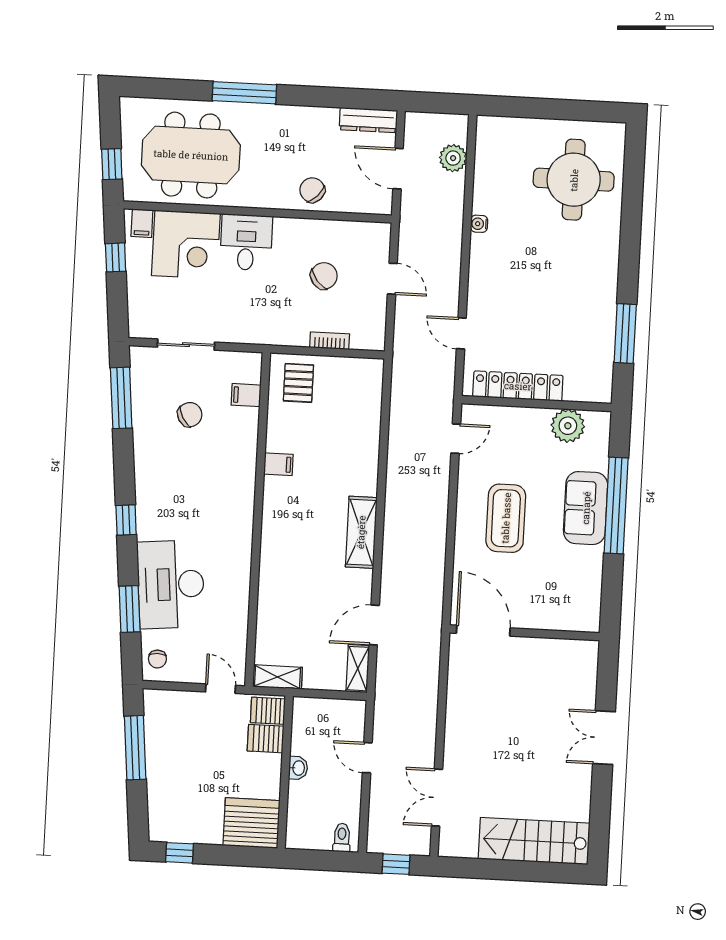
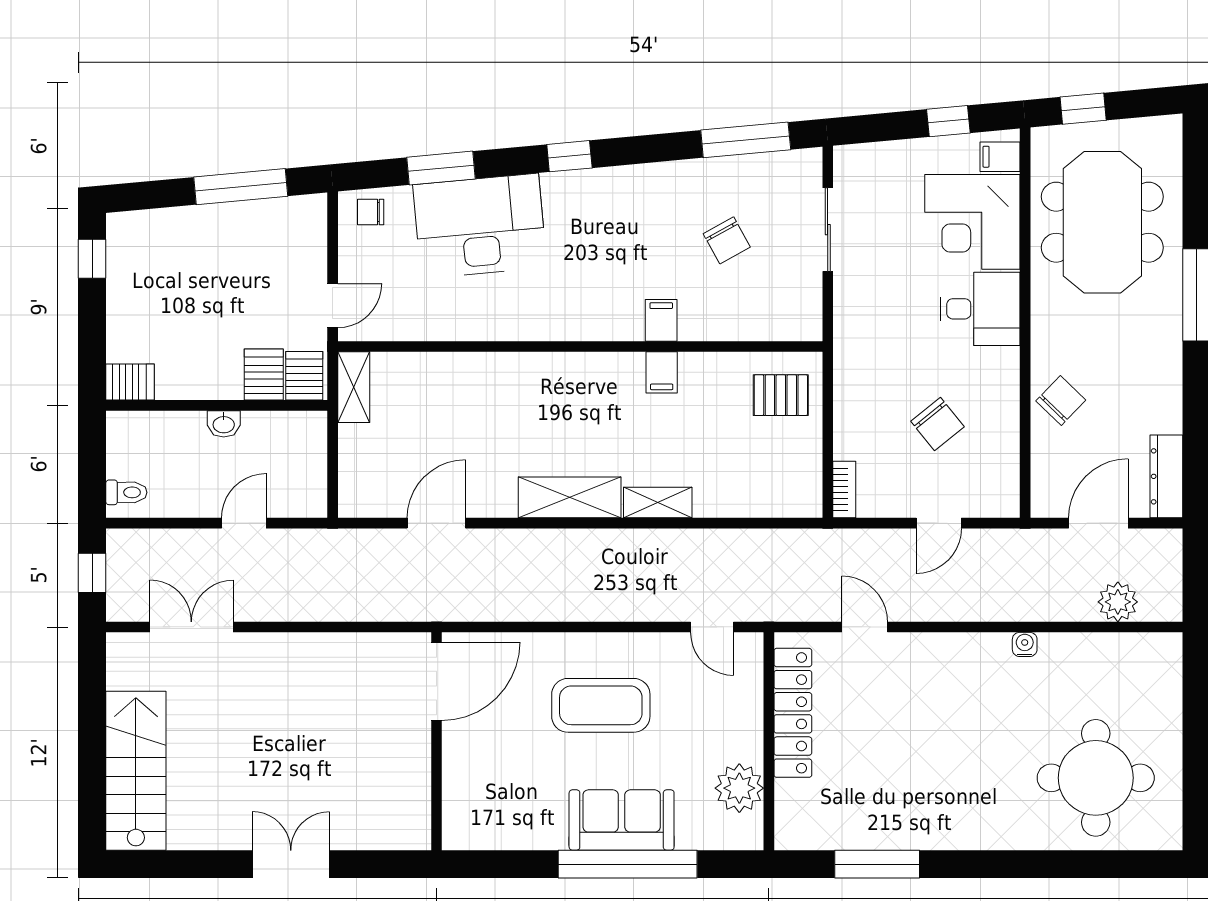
door: (461, 333) -> (865, 627), hinge flipped
bookcase: (330, 341) -> (844, 490), moved
filing cabinet: (246, 395) -> (661, 320), moved
door: (374, 625) -> (436, 523), hinge flipped
shelving: (358, 669) -> (658, 503), moved
server rack: (251, 823) -> (130, 382), width x0.46, depth x0.70

